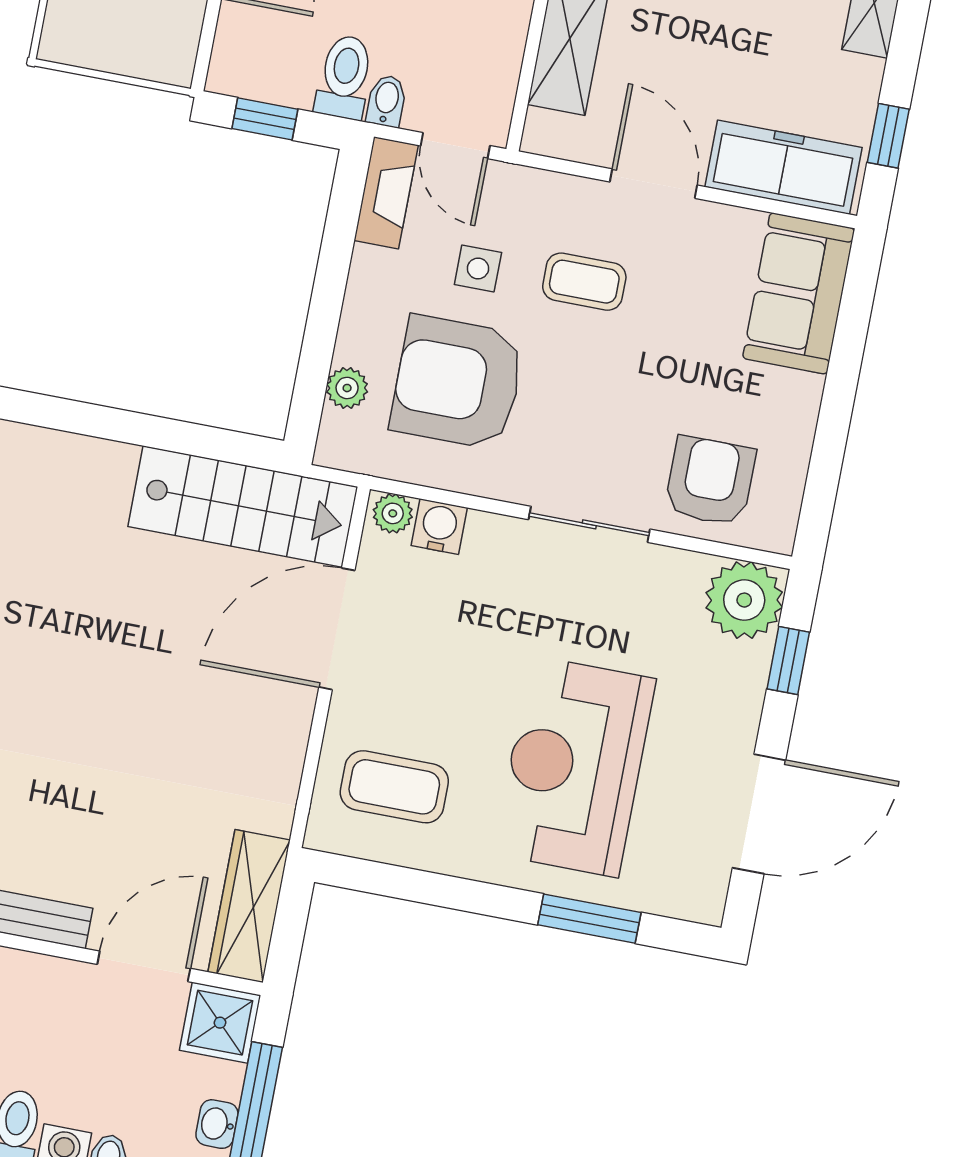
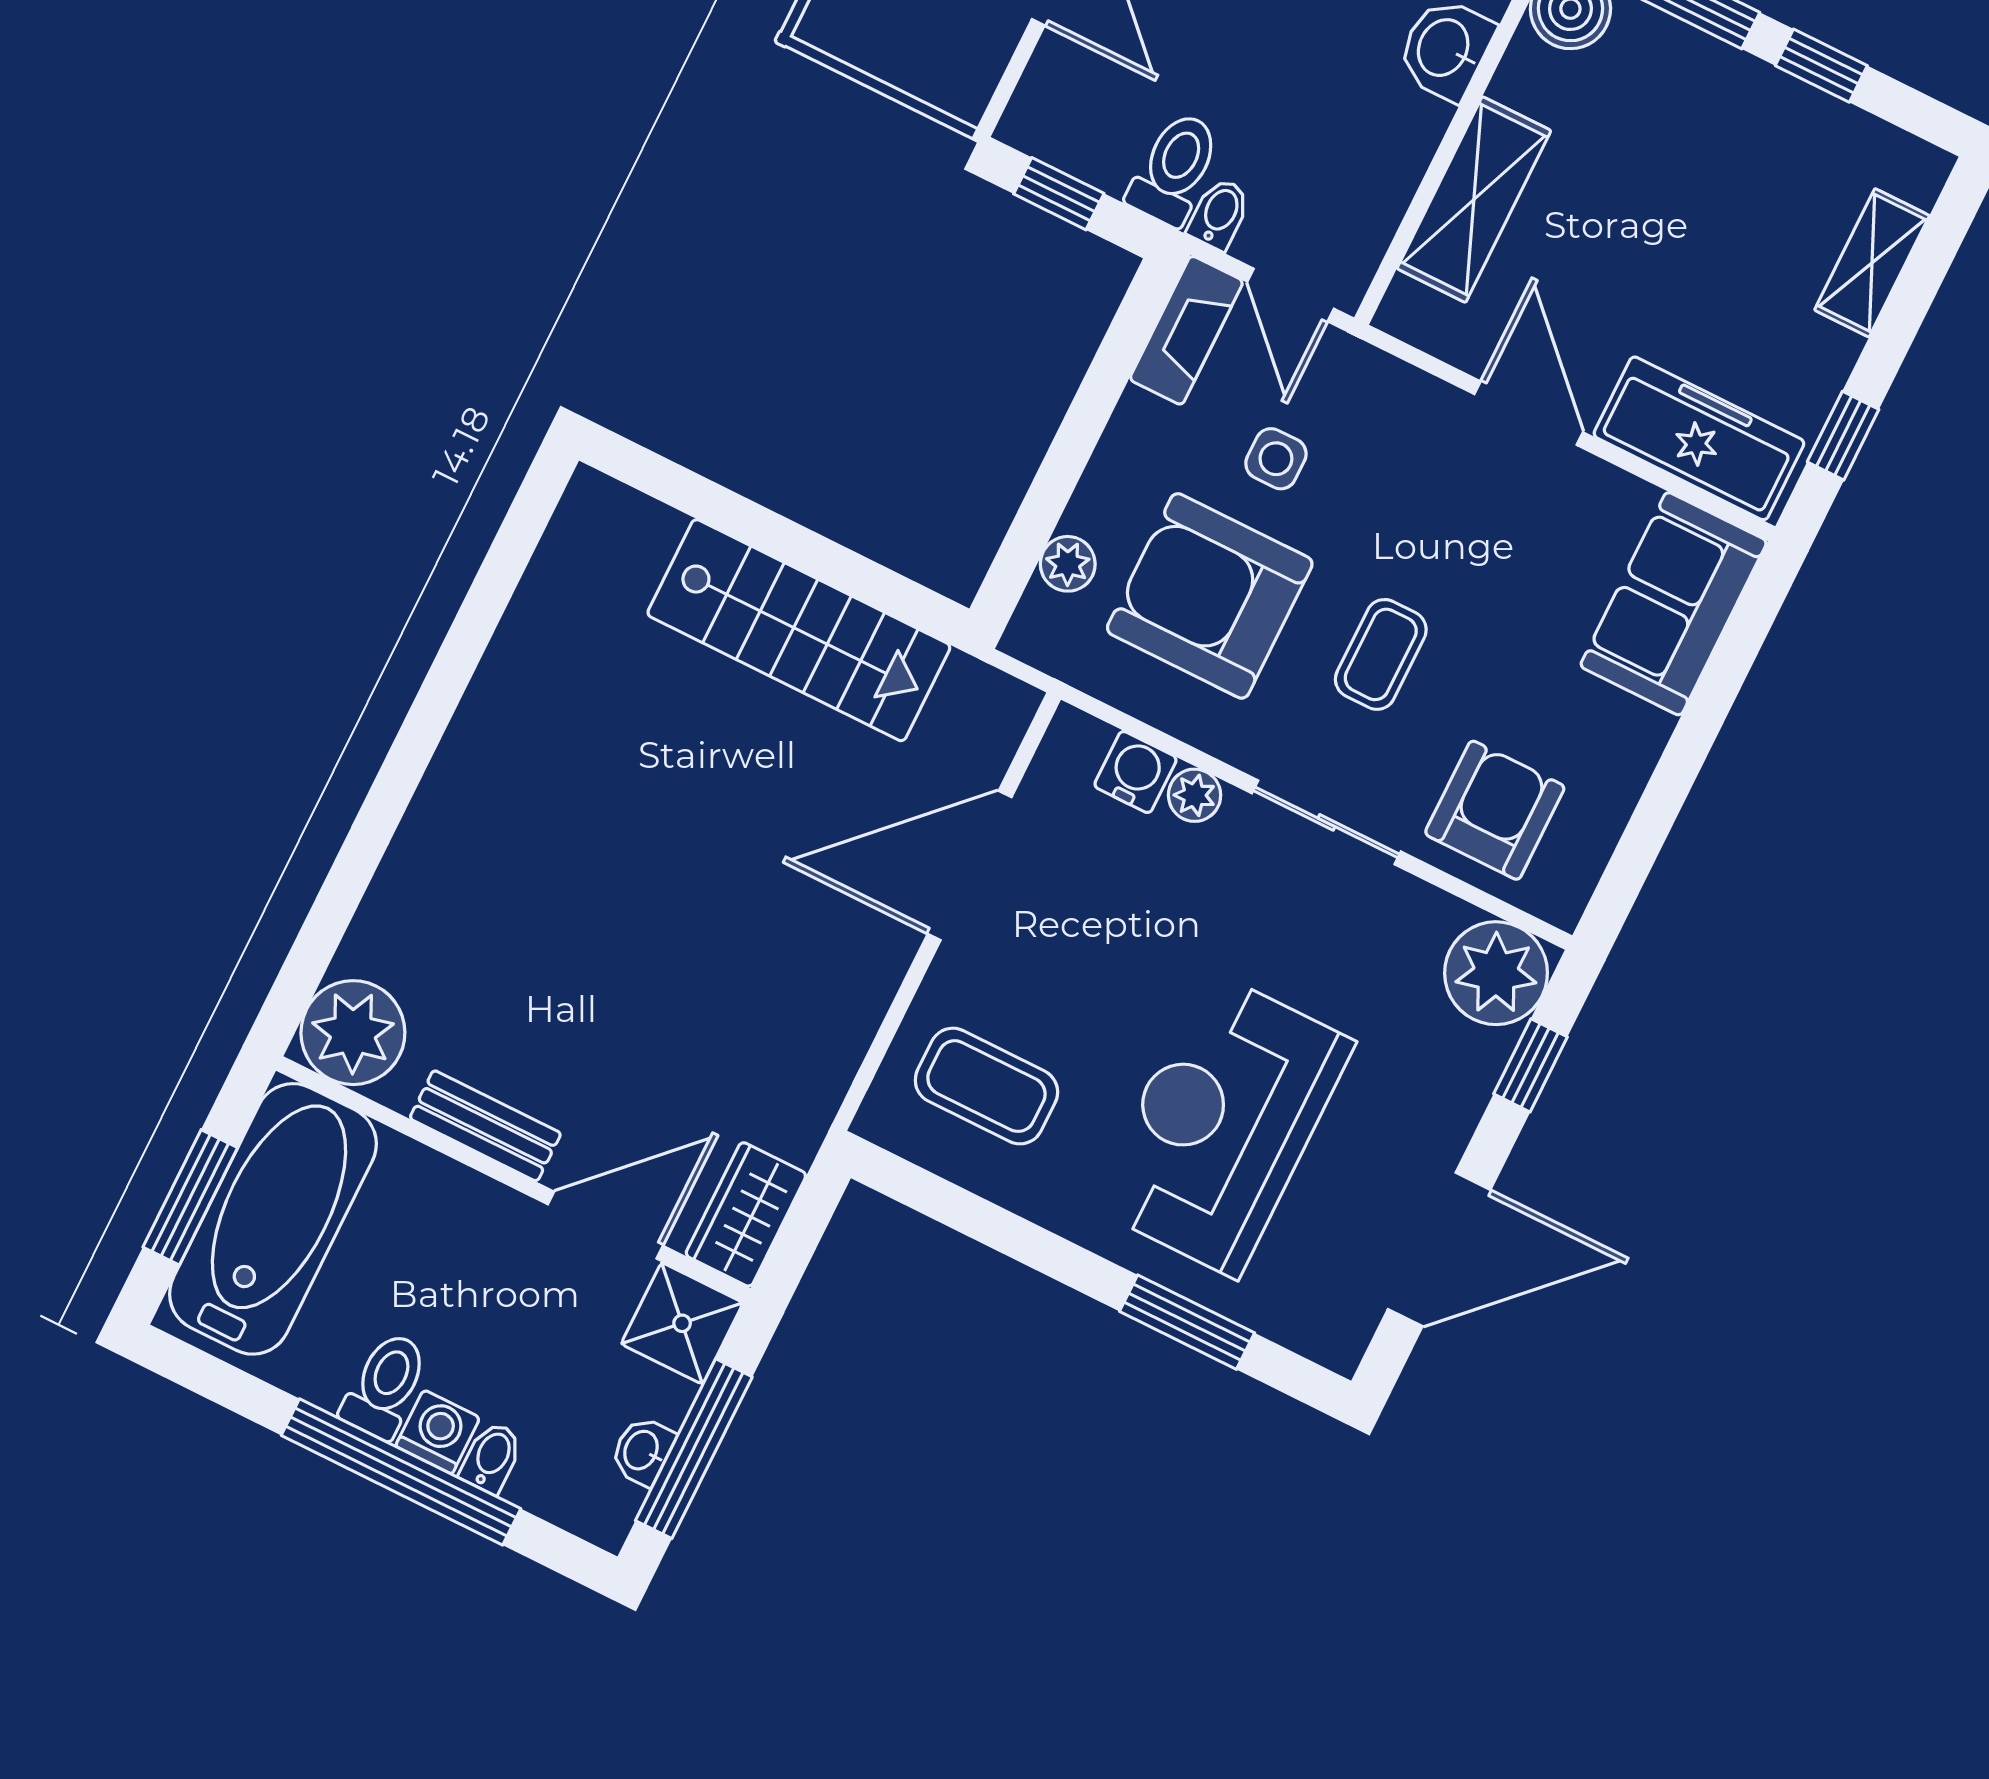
coffee table: (584, 282) -> (1381, 654), moved, turned 90
stairs: (243, 507) -> (799, 630), moved
plant: (393, 513) -> (1195, 795), moved
wardrobe: (249, 906) -> (746, 1214), width x0.67

